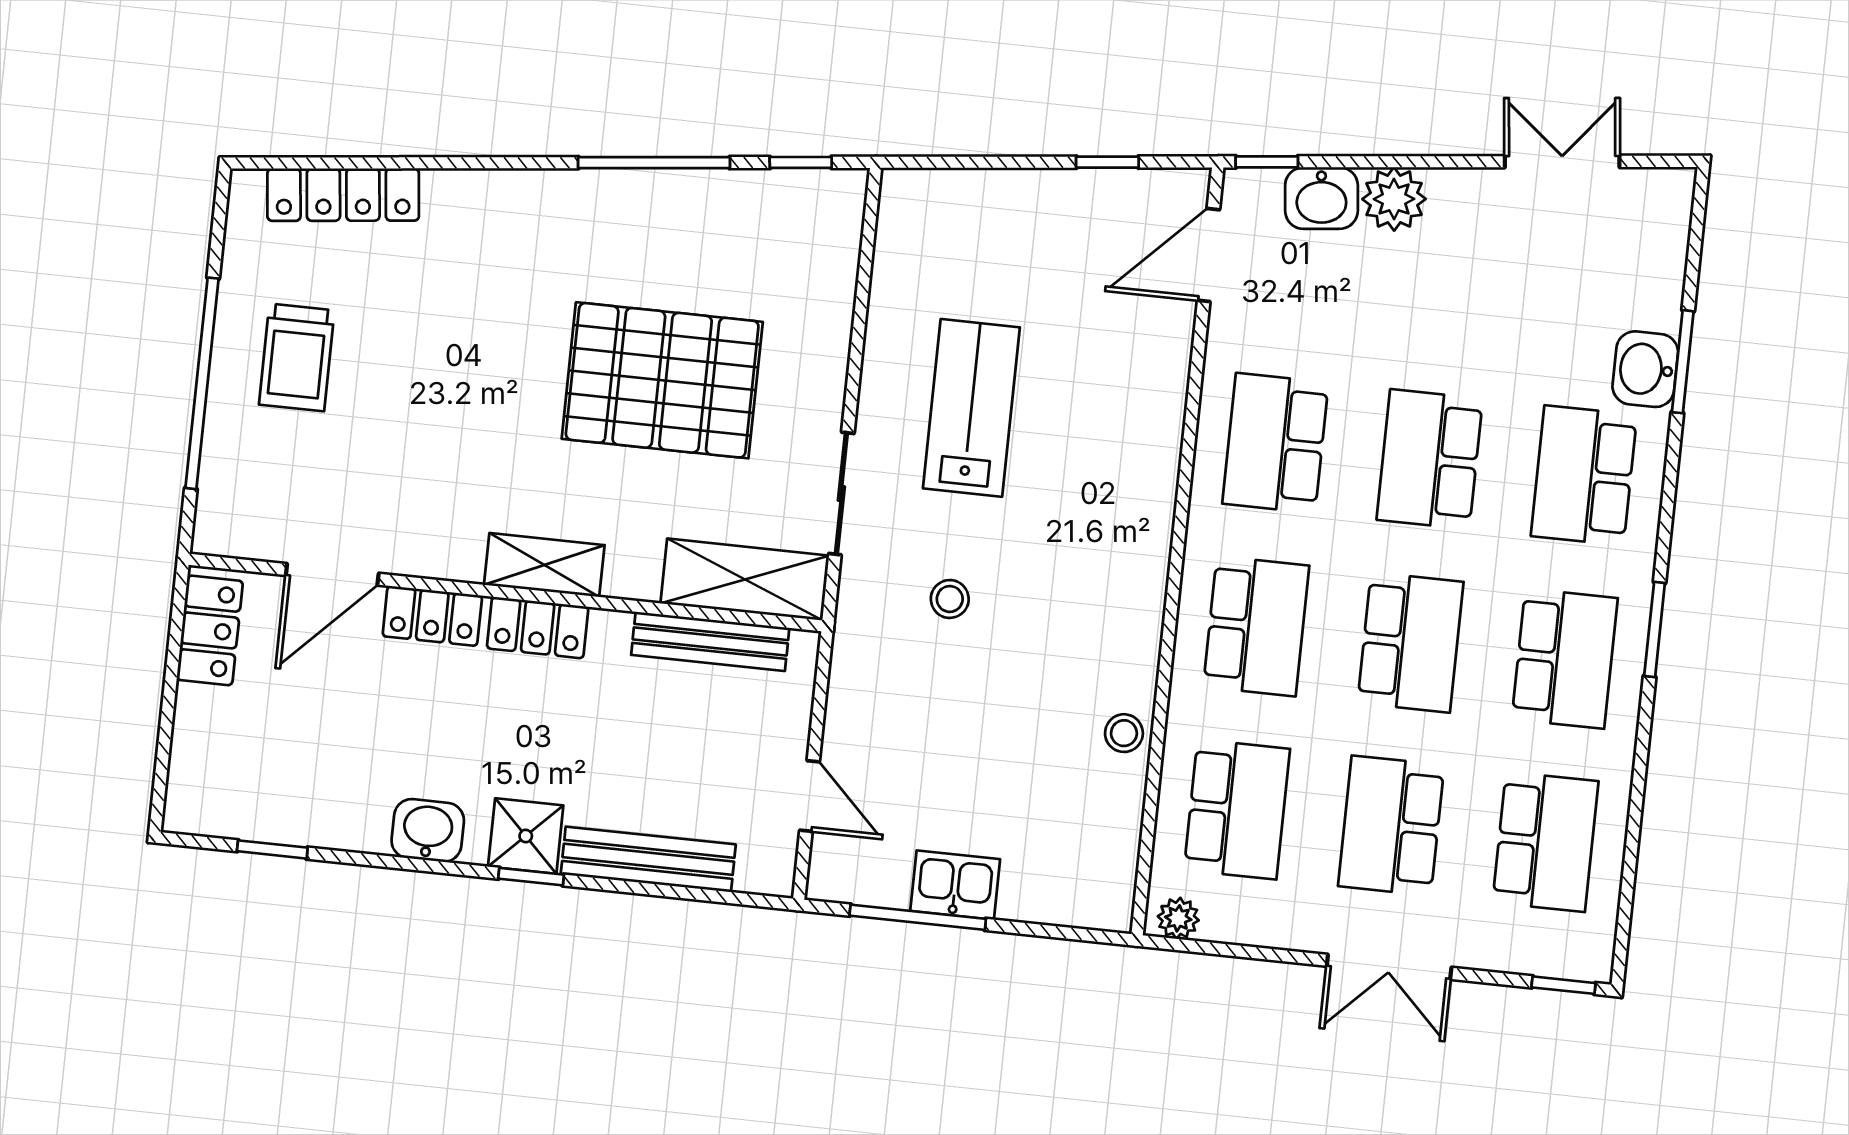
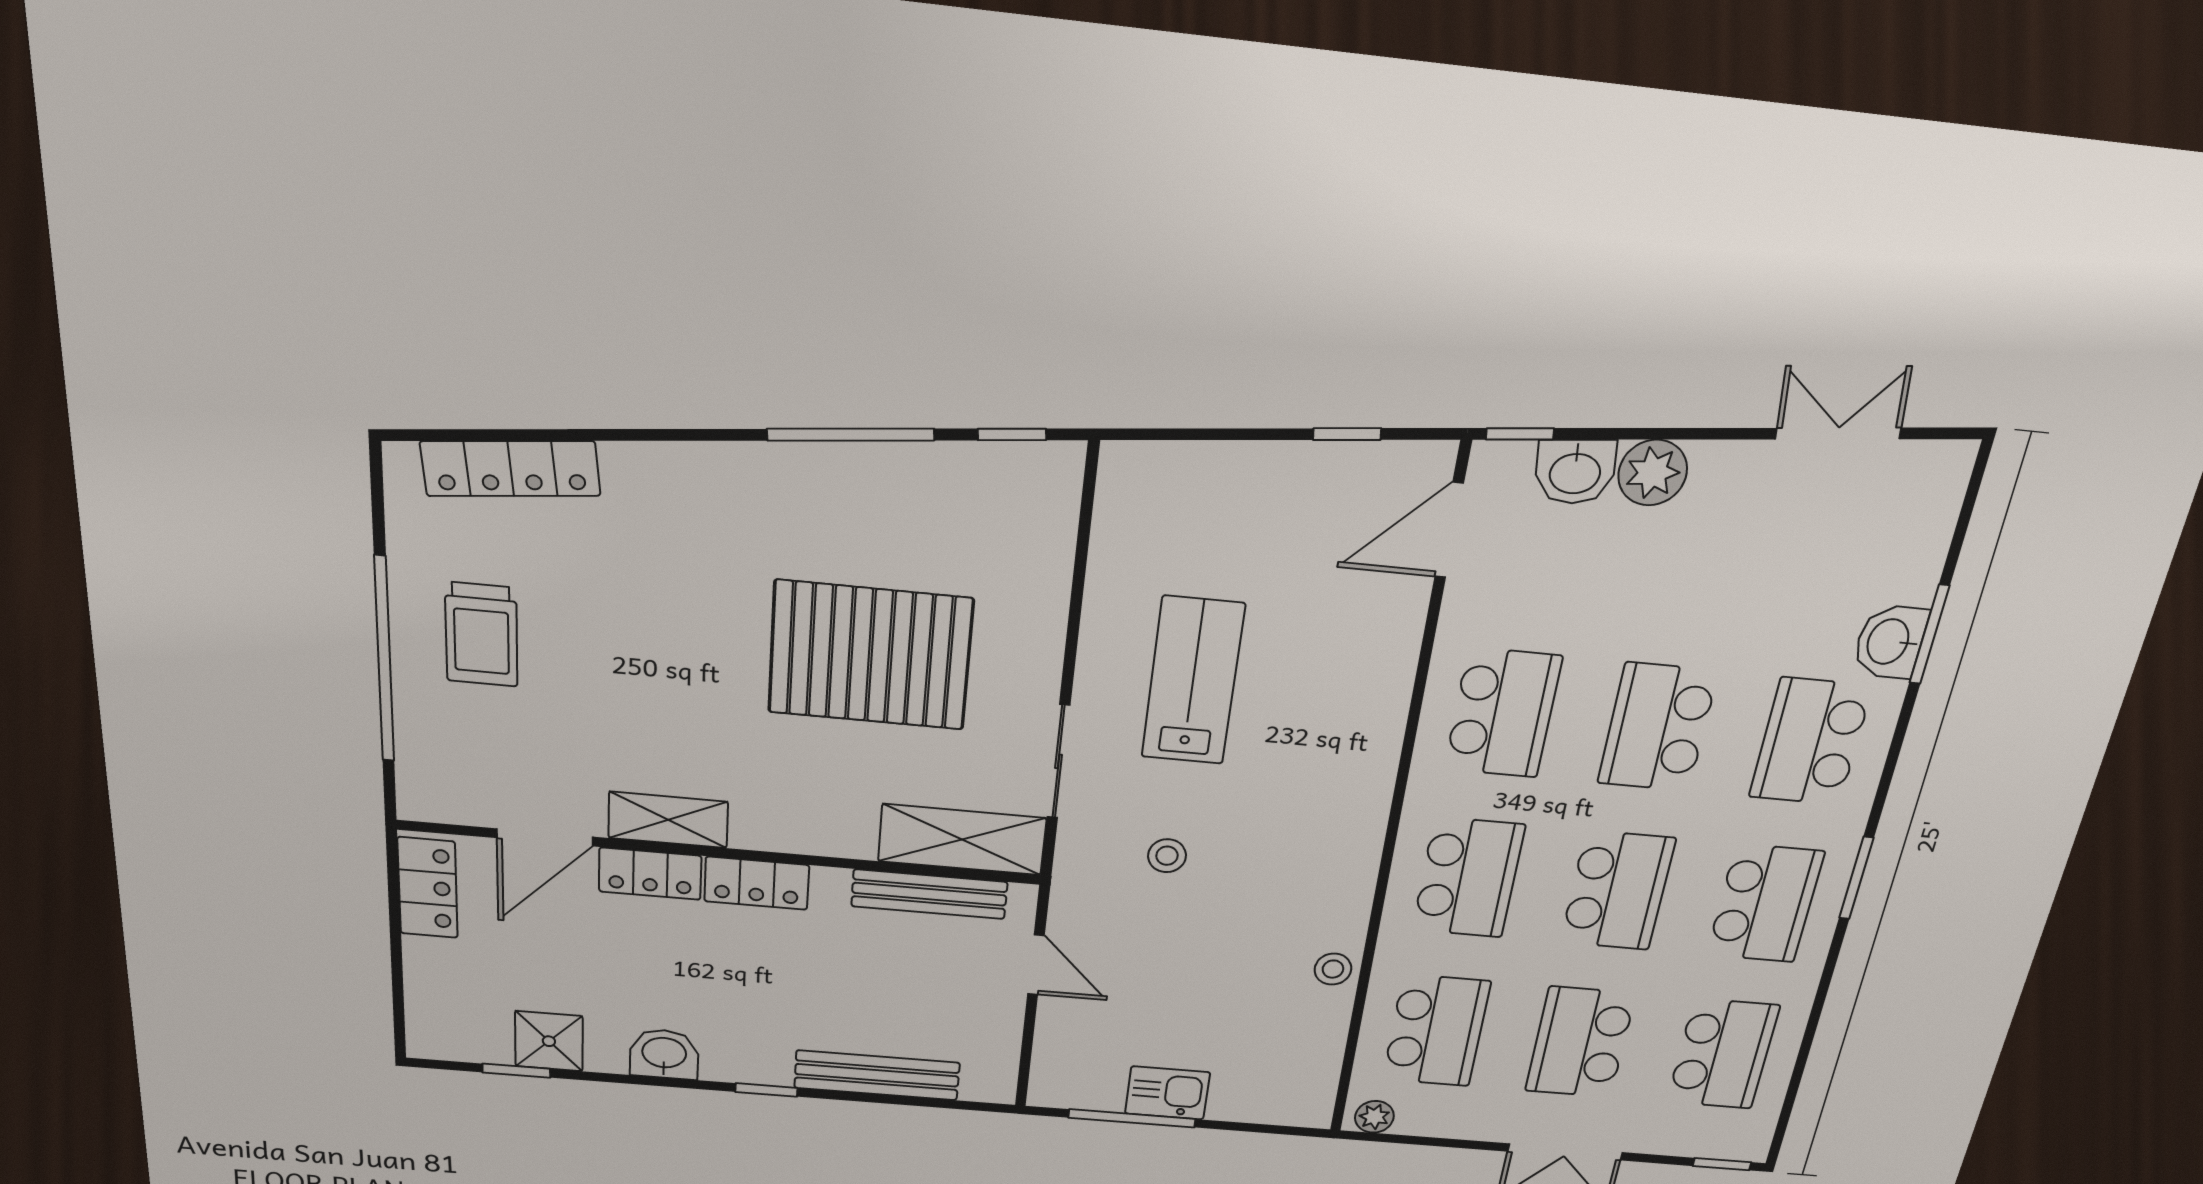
school desk: (1275, 443) -> (1503, 713), turned 180
shelving: (544, 565) -> (668, 820), moved
door: (810, 796) -> (1036, 965), moved
shower: (526, 836) -> (549, 1041), moved

